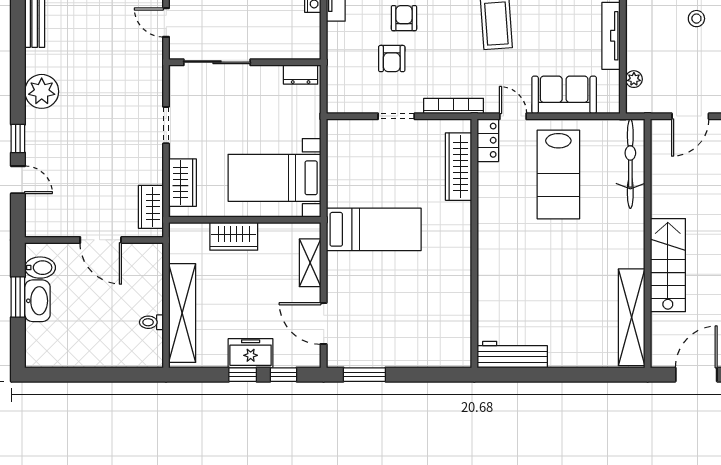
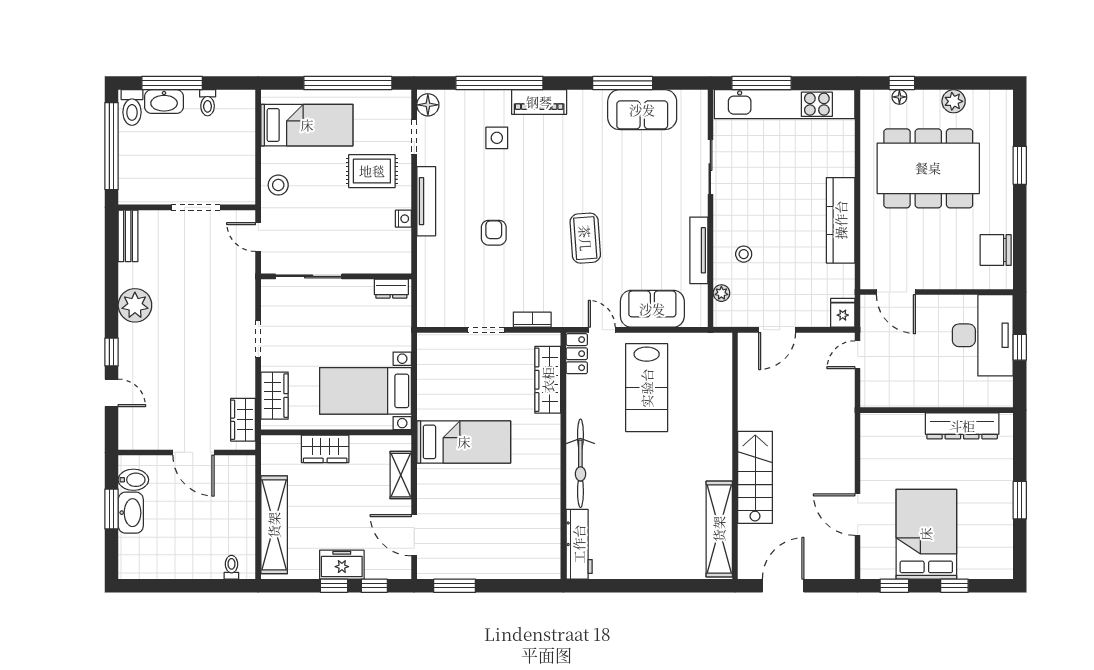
stool: (696, 19) -> (744, 254), moved
armchair: (392, 59) -> (482, 273), removed
bookcase: (454, 106) -> (532, 320), width x0.64
bicycle: (630, 164) -> (580, 463), moved, turned 180
toilet: (151, 322) -> (231, 567), moved, turned 90
workbench: (512, 355) -> (579, 544), moved, turned 90

